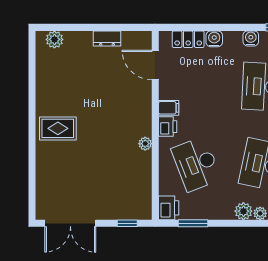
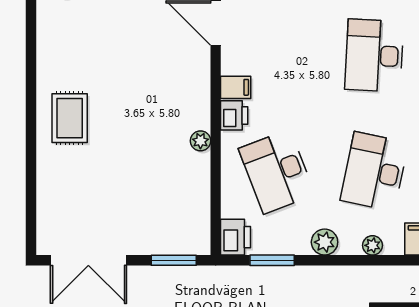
rug: (58, 128) -> (70, 118), turned 90
plant: (243, 211) -> (325, 242), moved
window: (127, 223) -> (174, 260), width x1.50

